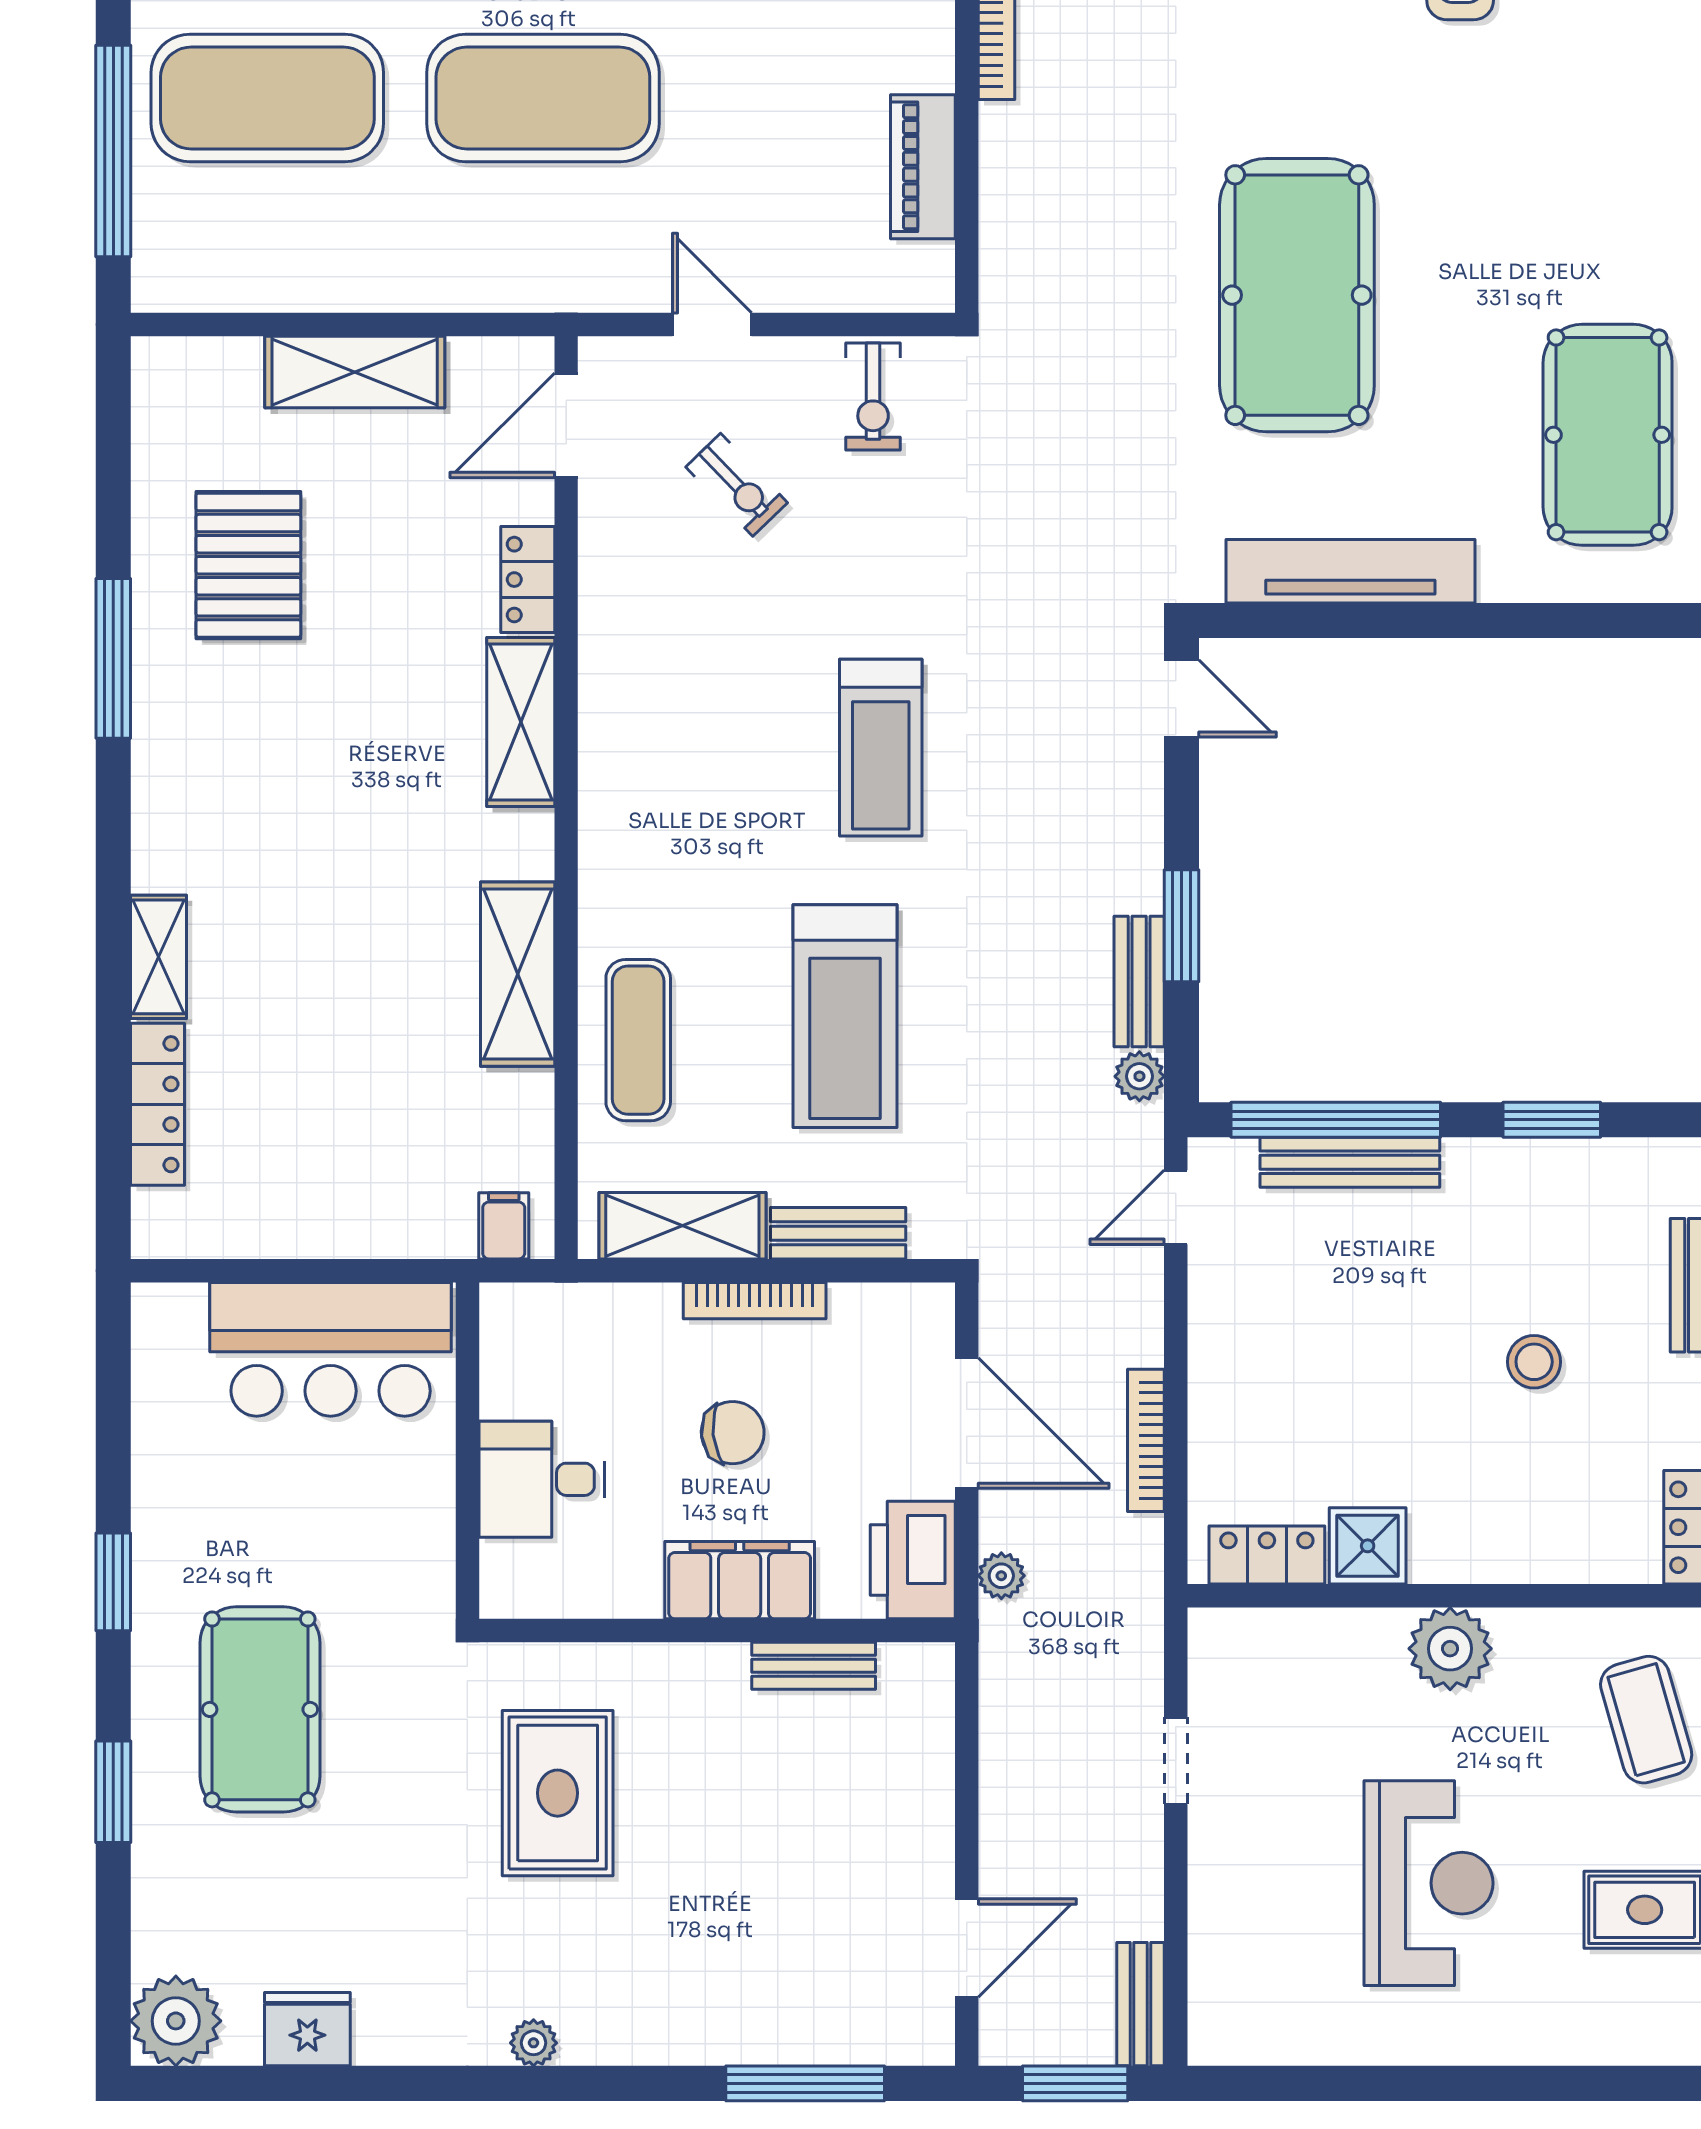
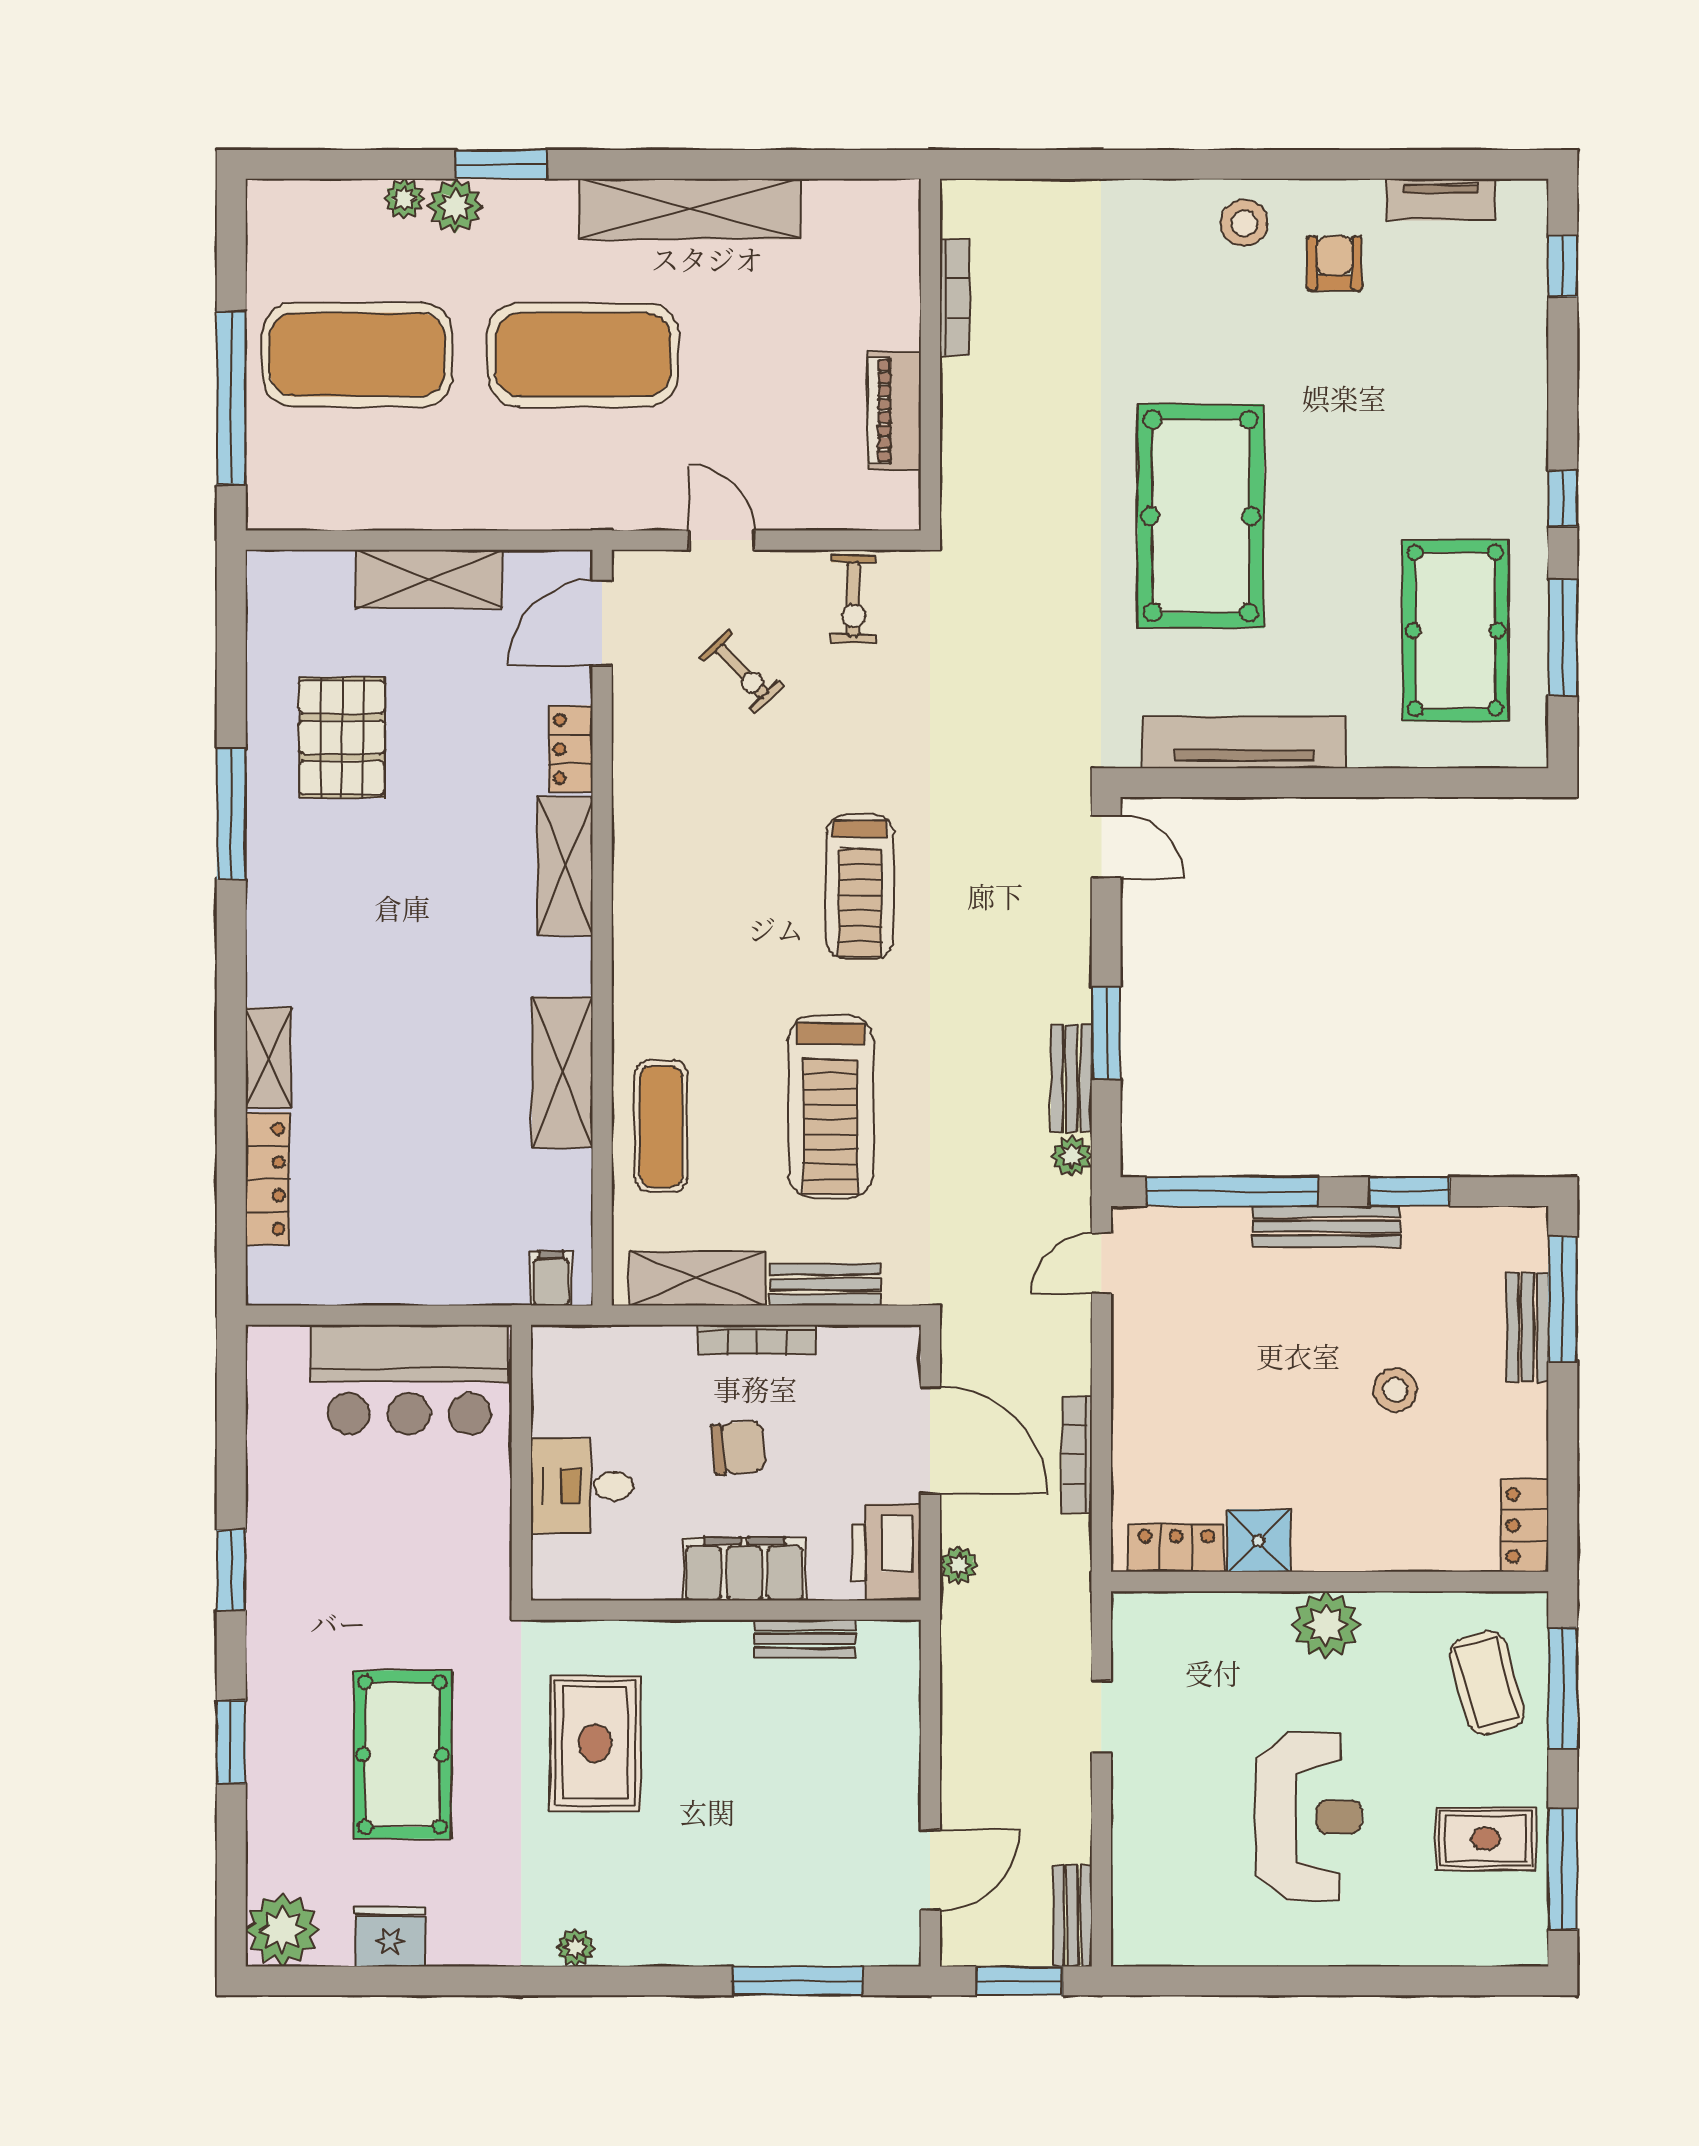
bench: (1350, 1162) -> (1327, 1226), moved
pool table: (260, 1709) -> (403, 1755), moved

